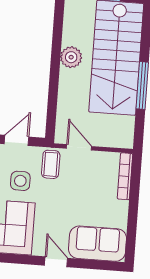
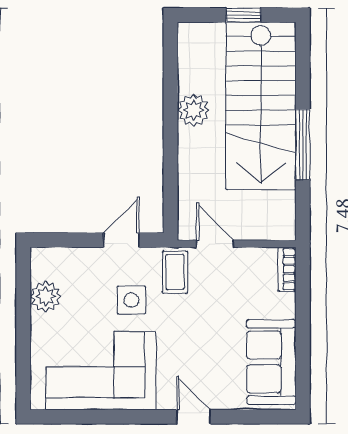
bookcase: (125, 176) -> (287, 269), width x0.64
sofa: (98, 244) -> (271, 362), moved, turned -90

